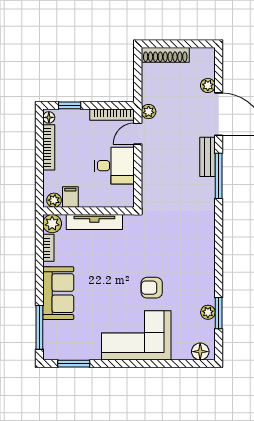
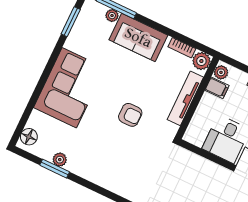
armchair: (152, 288) -> (130, 115), moved, turned 90
plant: (49, 328) -> (112, 16), added

